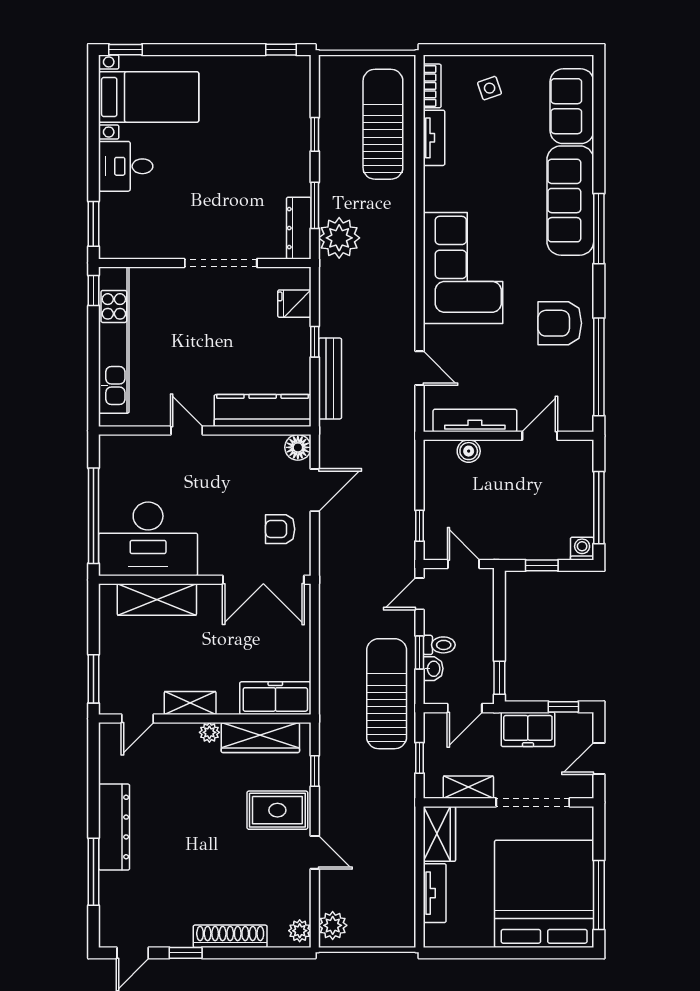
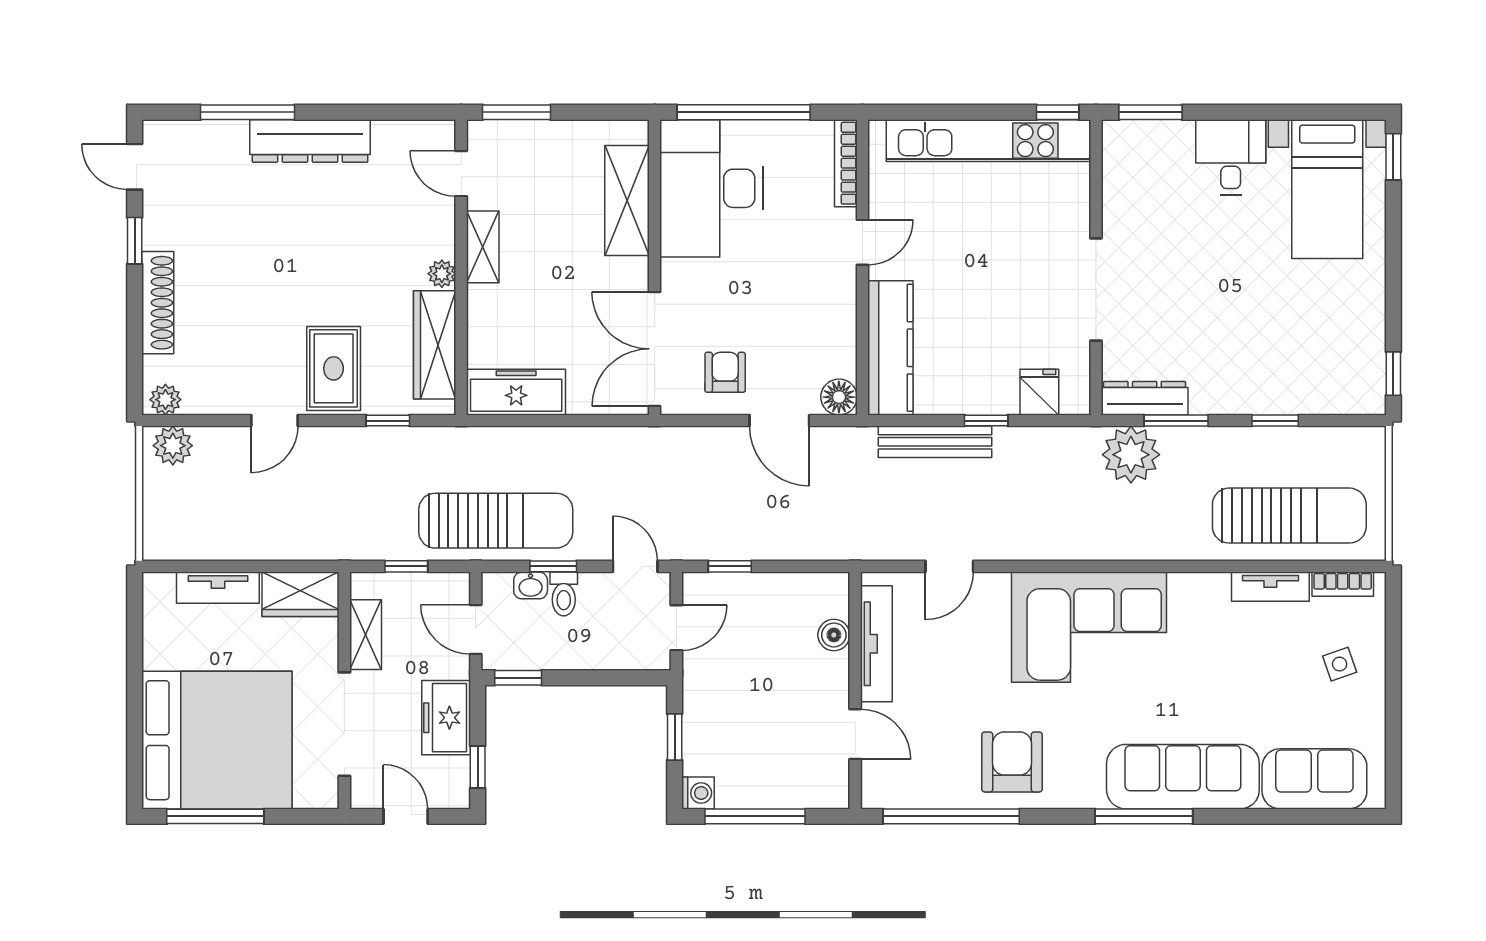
bookcase: (130, 442) -> (846, 163), added
freezer: (275, 698) -> (516, 392), moved, turned -90

